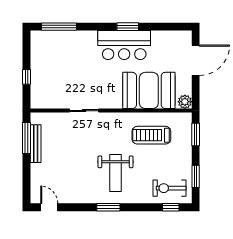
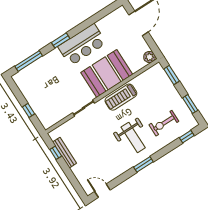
window: (128, 27) -> (61, 40), moved
booth: (149, 90) -> (107, 73), moved
treadmill: (151, 135) -> (121, 97), moved
window: (26, 138) -> (56, 153), width x0.46
exercise bike: (170, 188) -> (164, 123), moved

